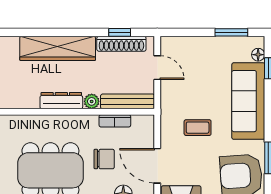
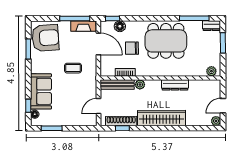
door: (157, 68) -> (99, 106), hinge flipped
dresser: (61, 101) -> (175, 85), moved
sofa: (248, 101) -> (41, 91), width x0.73

